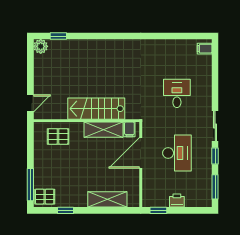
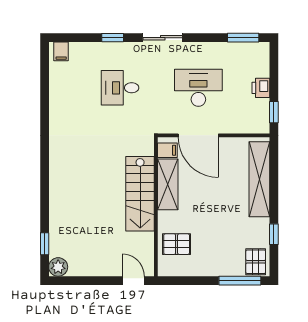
pallet: (58, 136) -> (177, 244), turned 90
window: (215, 156) -> (113, 38), moved
shelving: (107, 199) -> (259, 179), width x1.47

